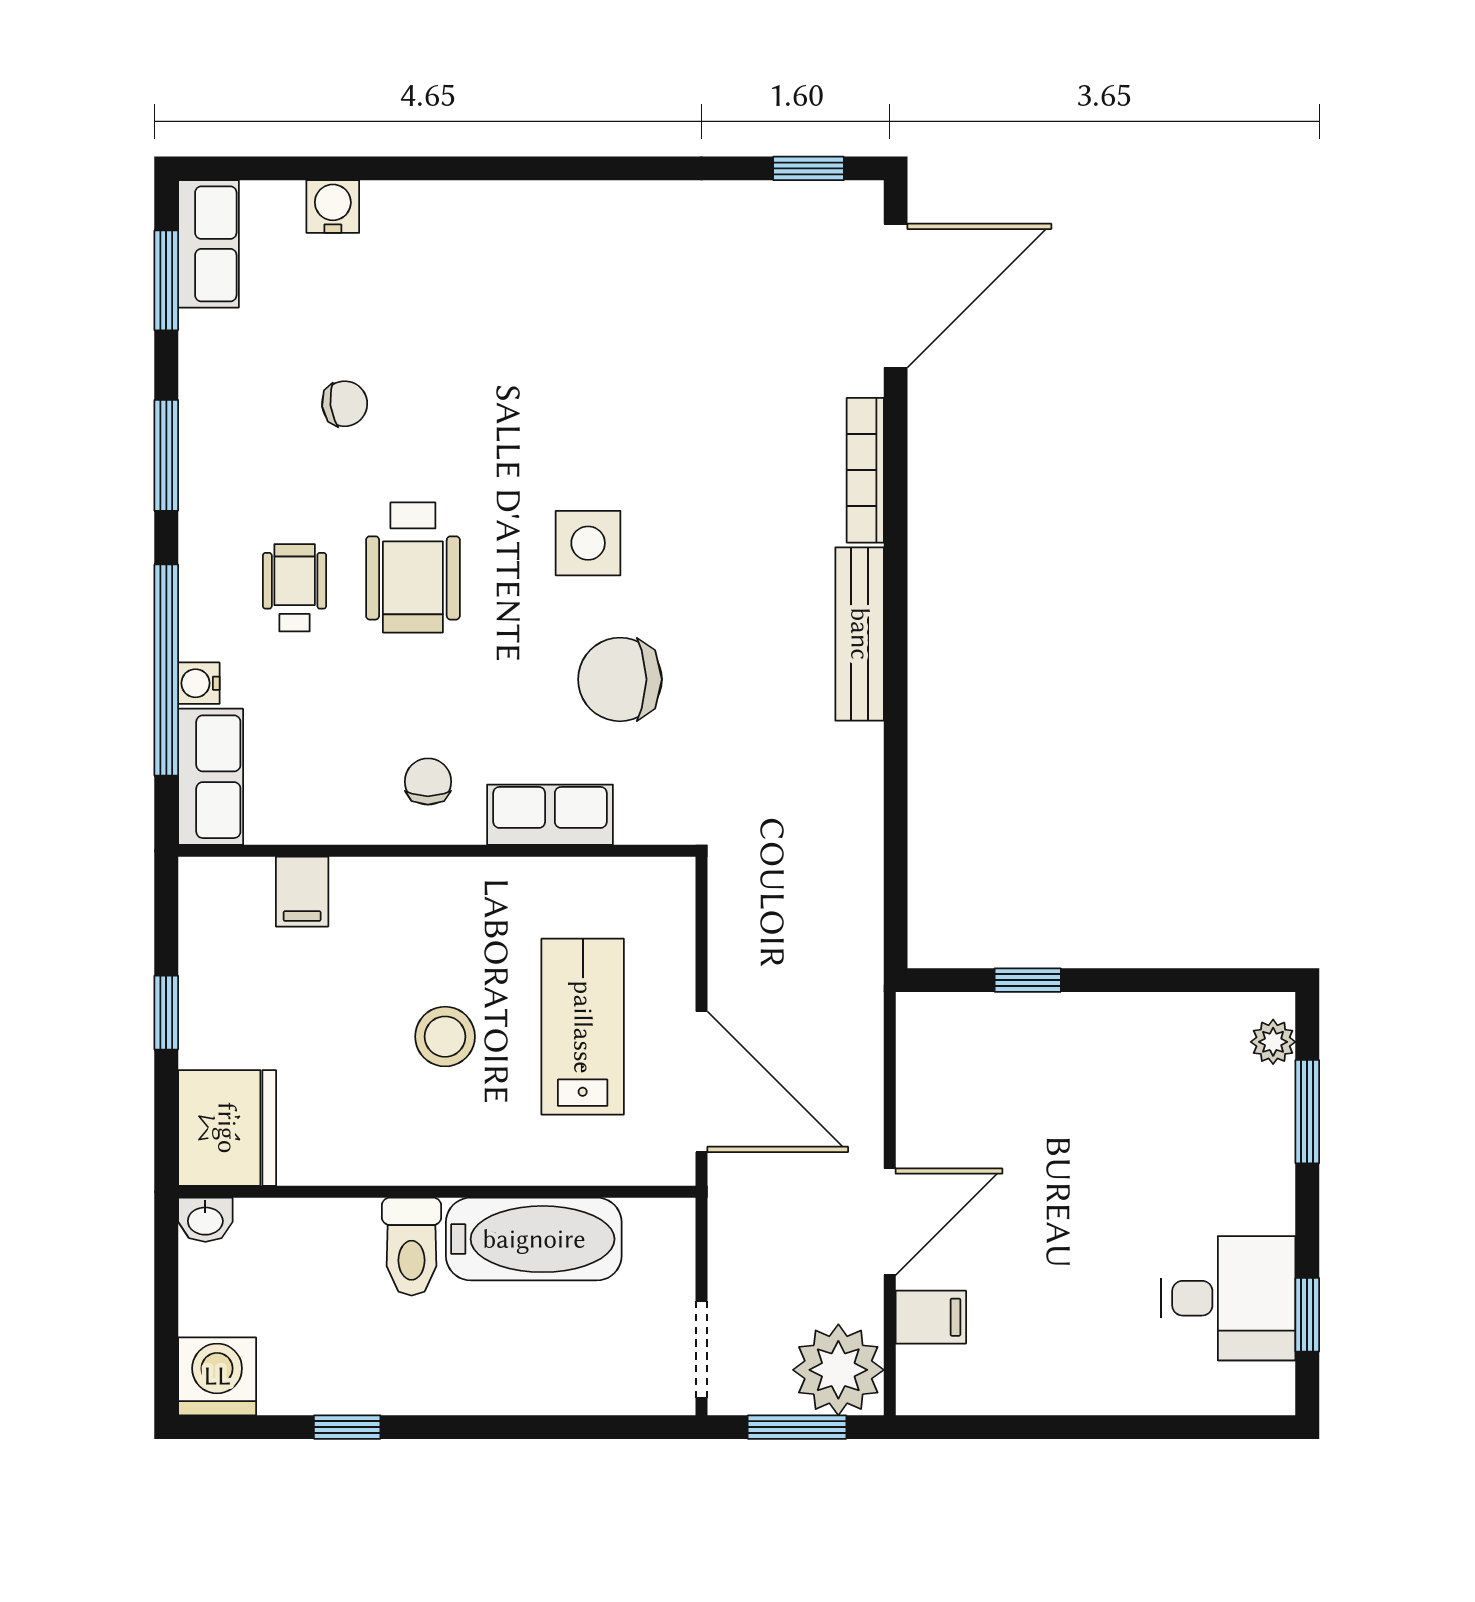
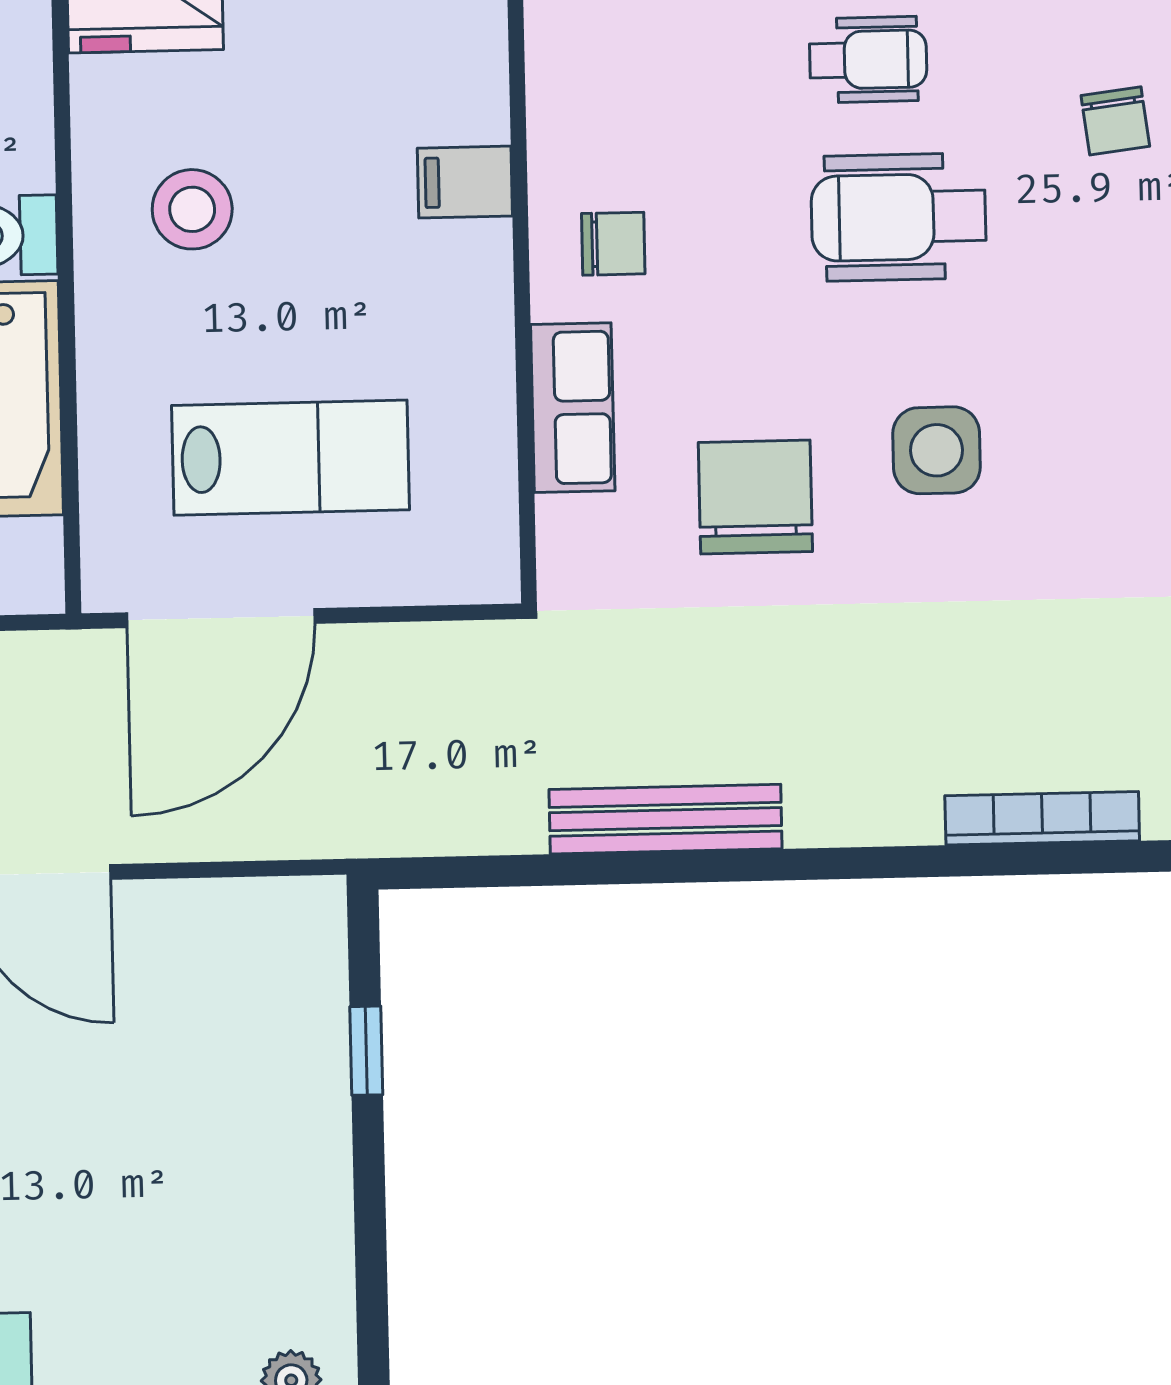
bench: (860, 634) -> (666, 819), moved
filing cabinet: (302, 892) -> (465, 182), moved
stool: (445, 1037) -> (192, 209), moved

